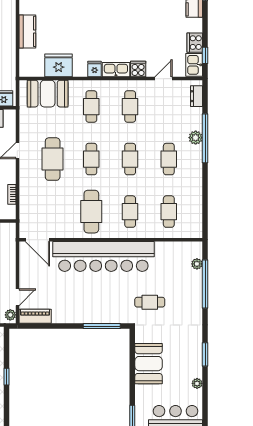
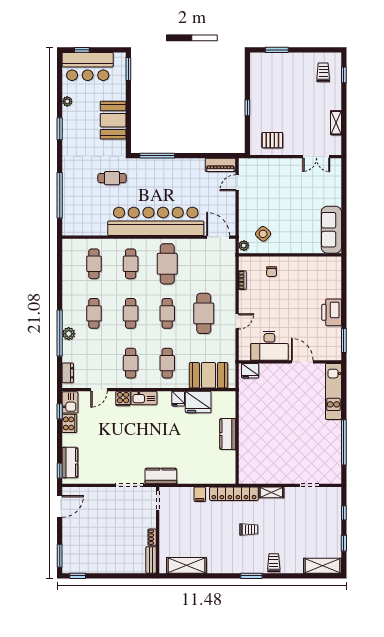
fridge: (95, 69) -> (178, 399), moved
plant: (197, 264) -> (67, 214), removed
plant: (10, 315) -> (244, 246), moved

